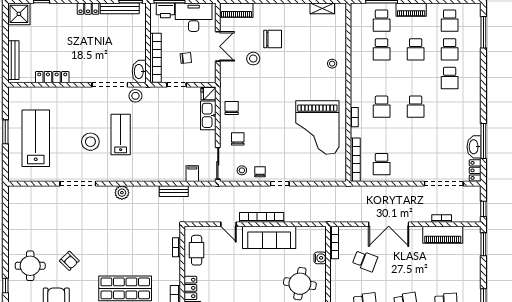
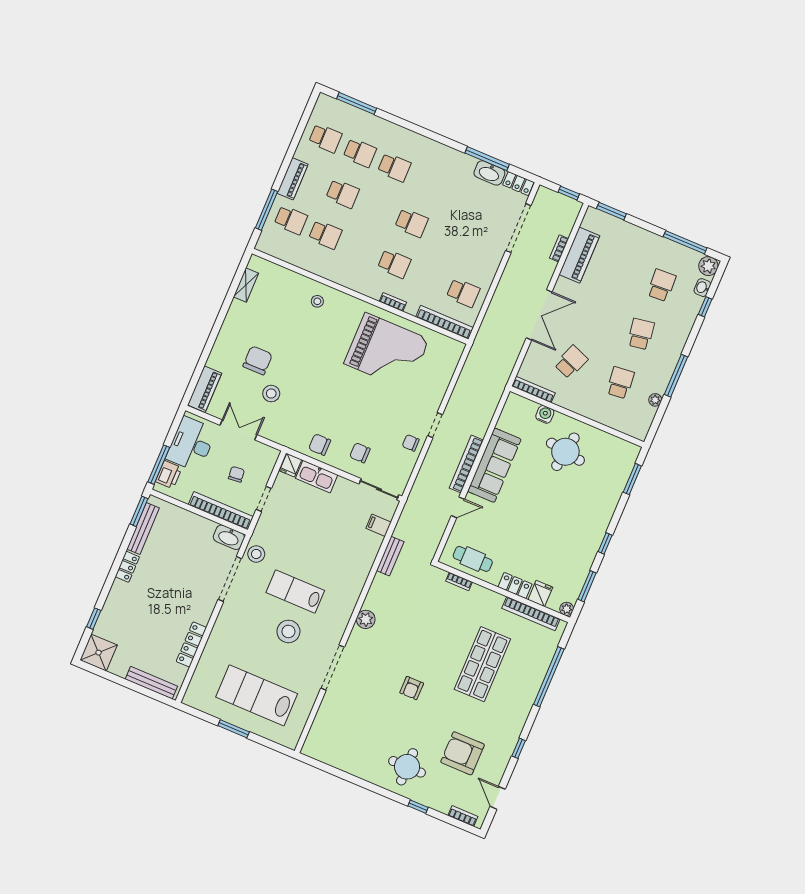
stool: (242, 170) -> (400, 464), removed
armchair: (69, 261) -> (412, 688), moved, turned 135

